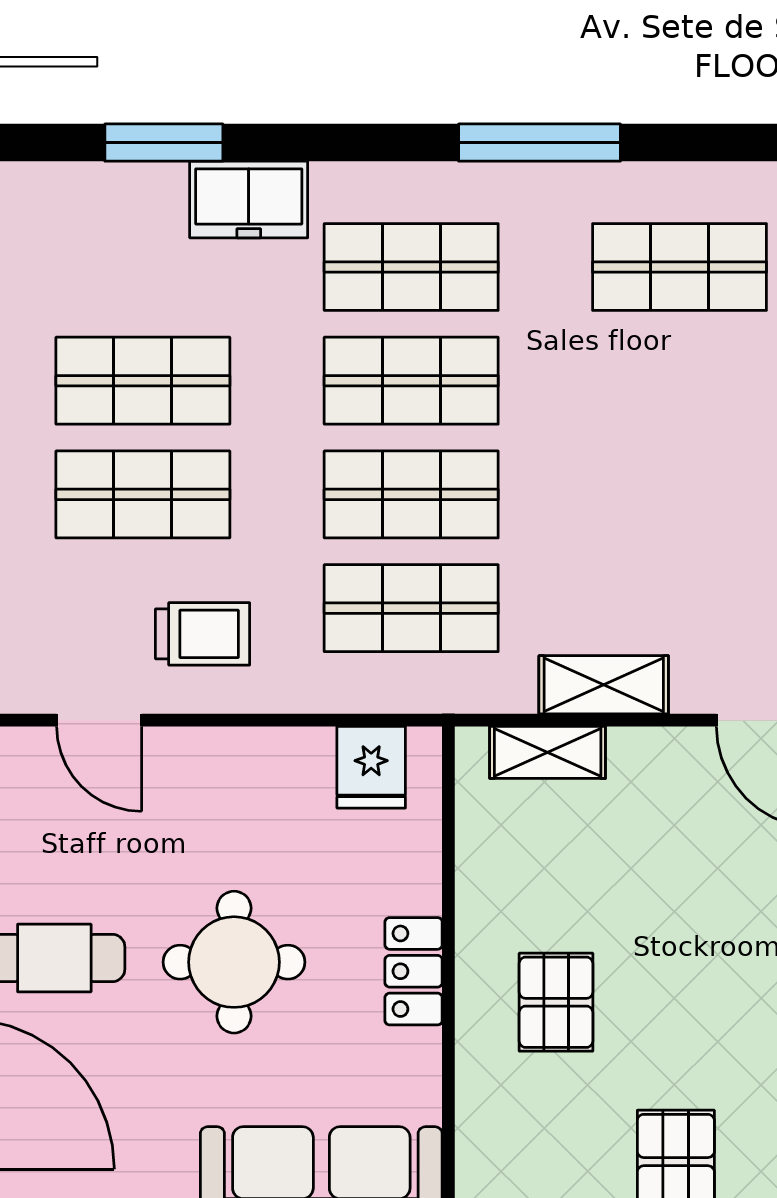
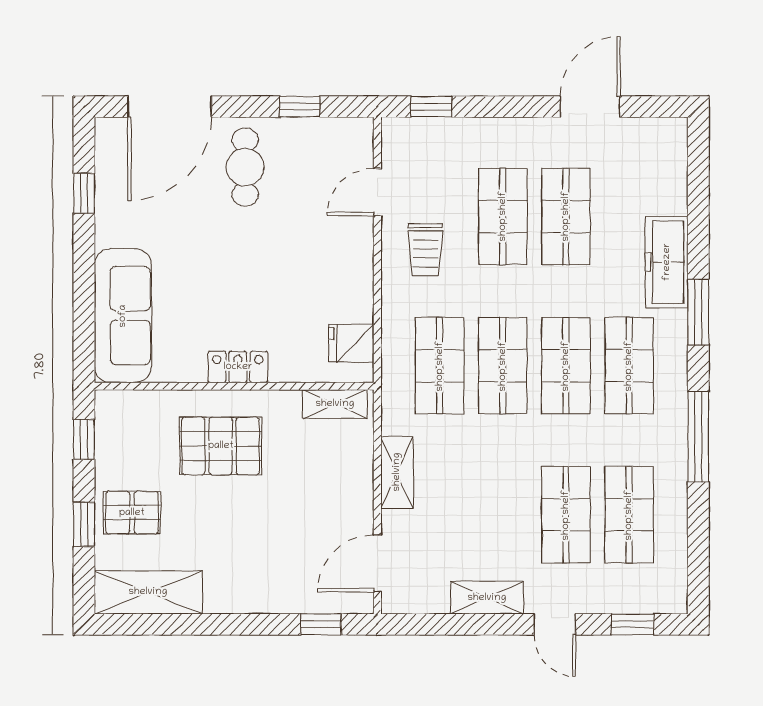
window: (164, 143) -> (698, 312), moved
freezer: (249, 200) -> (667, 262), width x1.40
shop shelf: (679, 381) -> (566, 515), added
shelving: (548, 752) -> (335, 404), moved, turned 90
round table: (234, 962) -> (243, 267), removed
pallet: (556, 1002) -> (221, 446), width x1.50, depth x1.42

